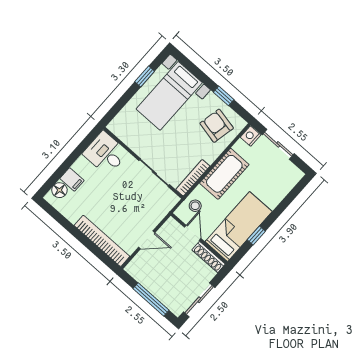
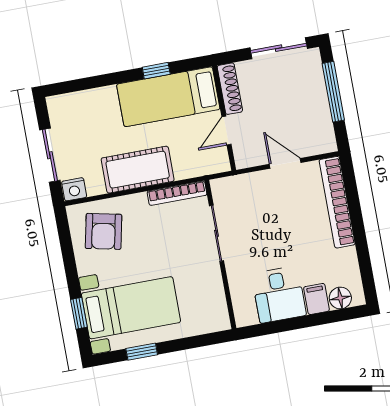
window: (224, 96) -> (79, 313), moved
desk: (105, 153) -> (279, 295), moved
stool: (195, 206) -> (199, 159), removed

